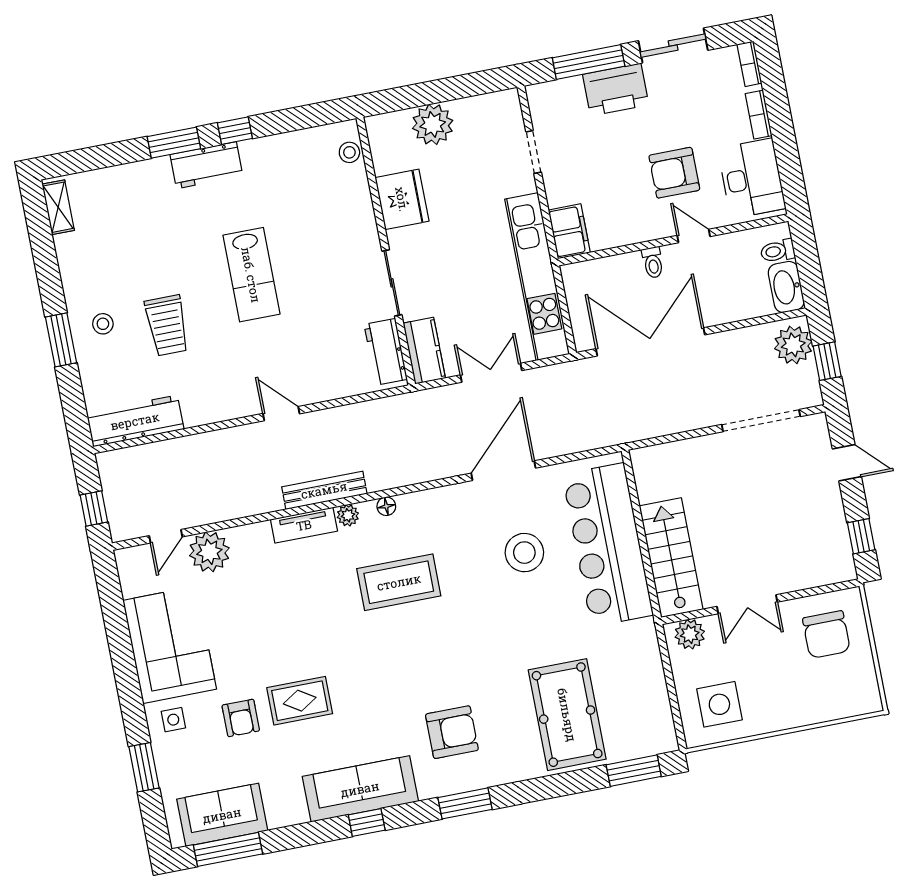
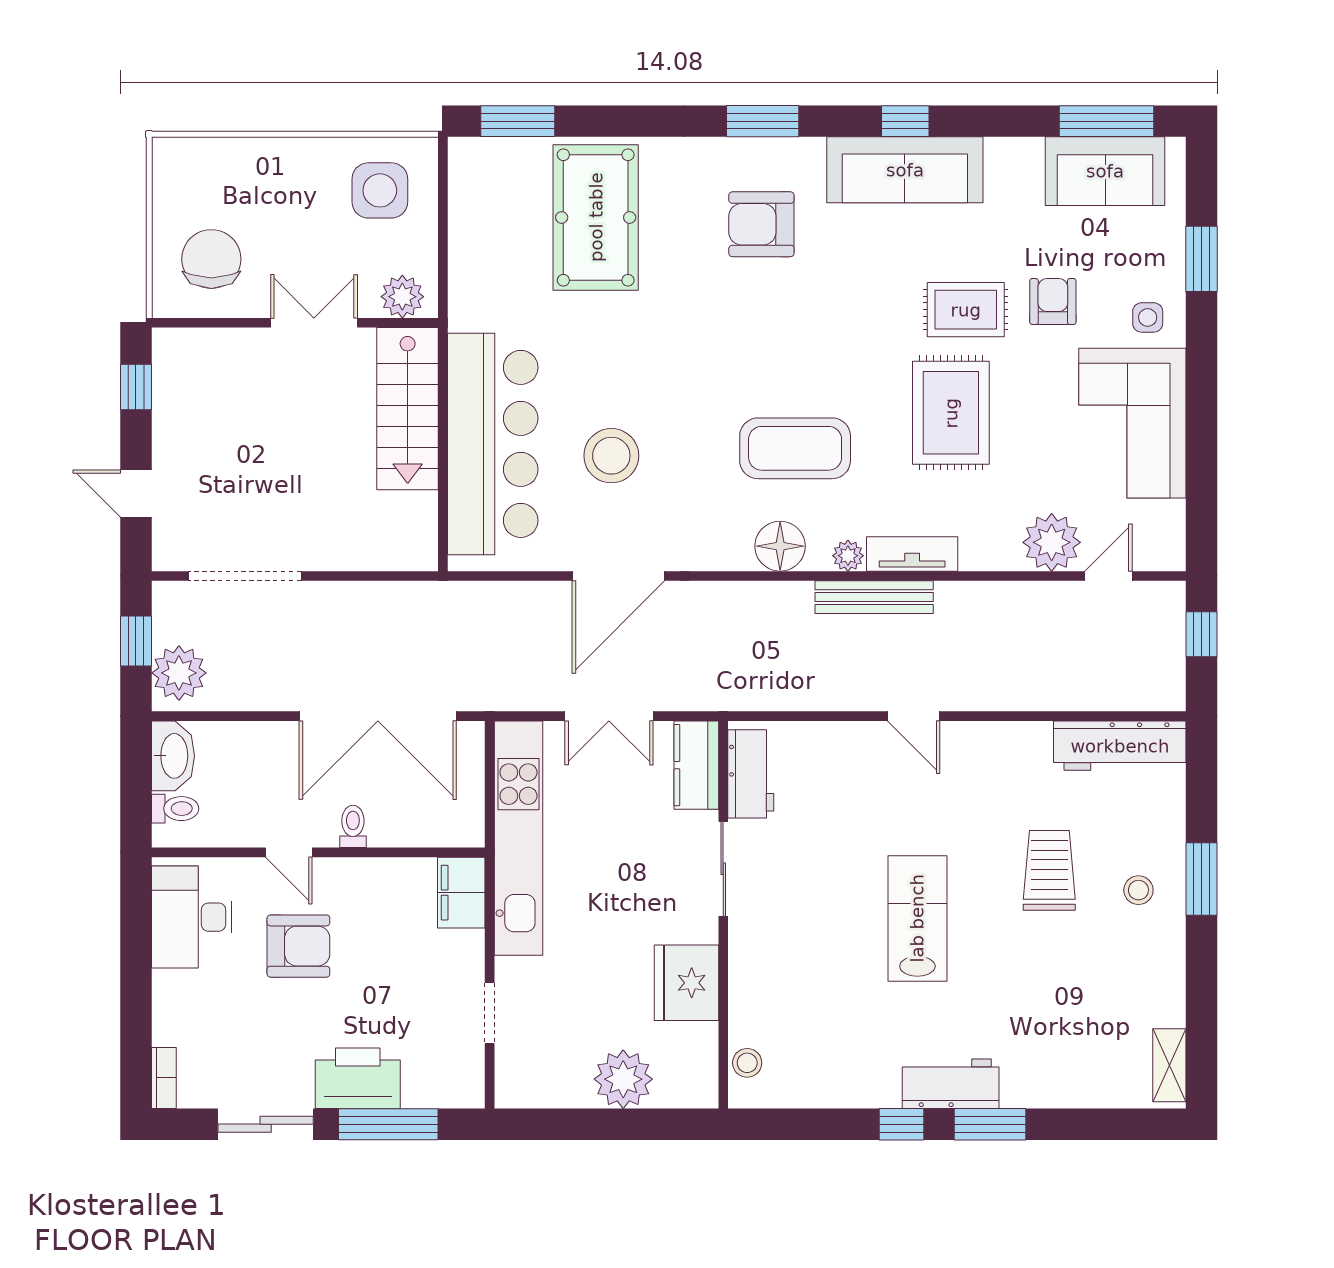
bookcase: (759, 115) -> (165, 1004), removed
floor lamp: (386, 506) -> (780, 546), width x1.89, depth x1.89
rug: (296, 628) -> (951, 413), added

